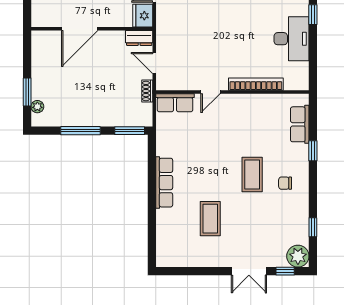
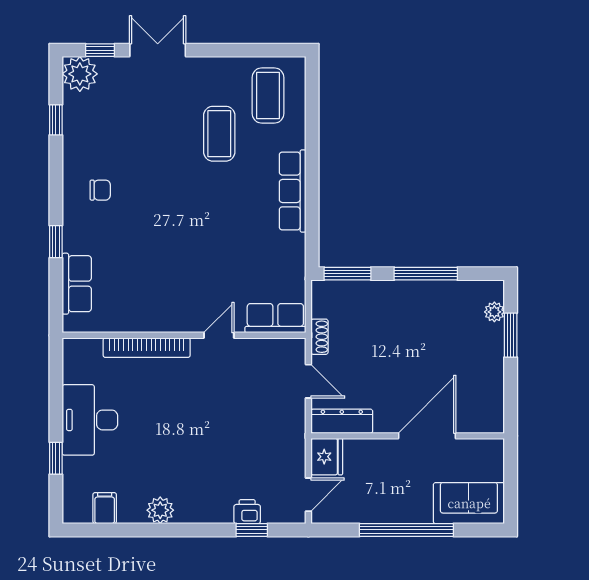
dresser: (139, 38) -> (342, 421), width x1.44
coffee table: (252, 174) -> (268, 96), moved

